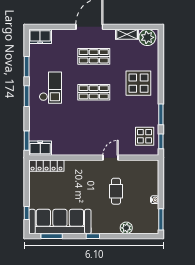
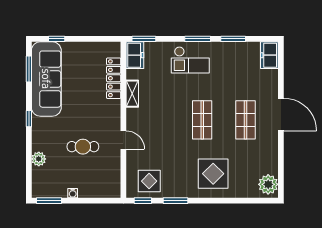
shelving: (127, 34) -> (132, 94), moved
checkout: (50, 88) -> (190, 60), moved
locker: (47, 166) -> (114, 78), moved

